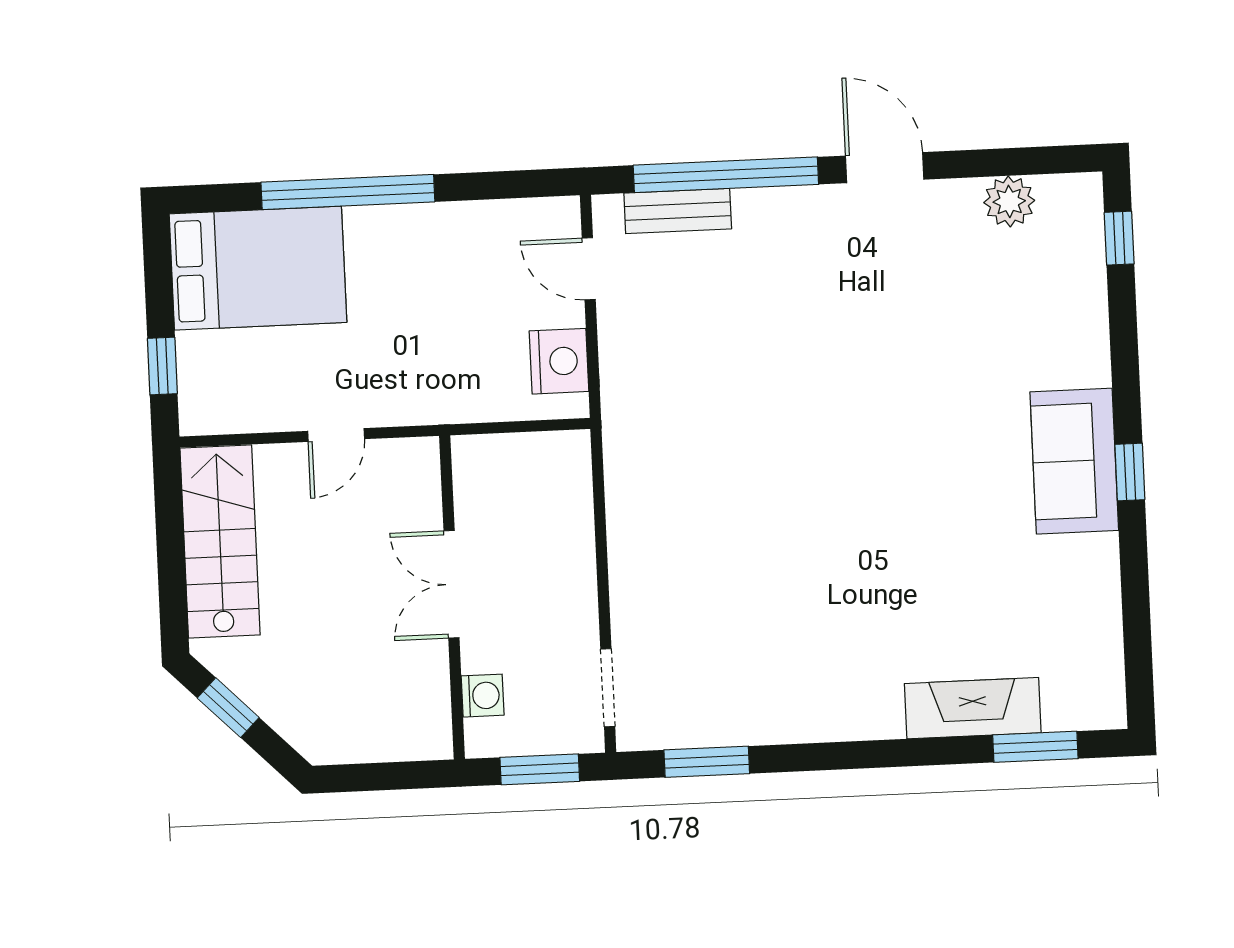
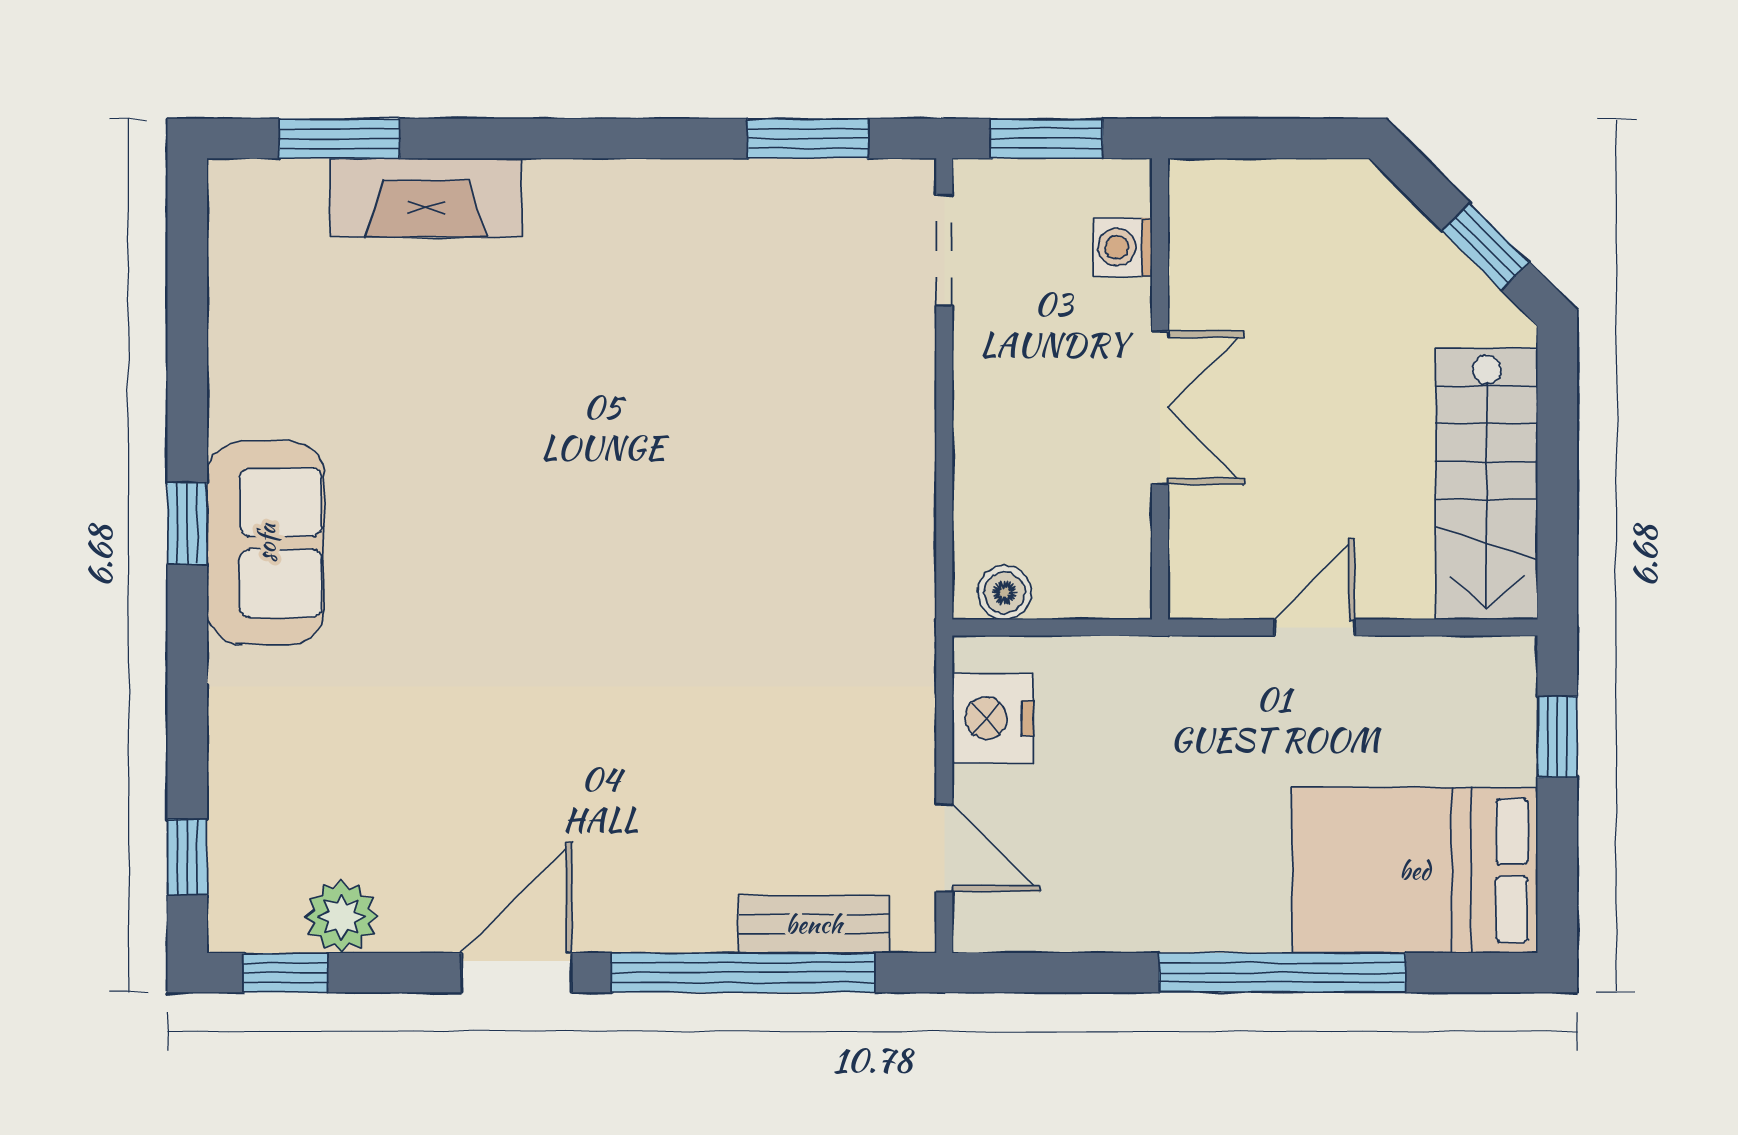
window: (1047, 160) -> (286, 973), added
door: (885, 168) -> (517, 973), swing flipped
boiler: (555, 450) -> (1004, 593), added

